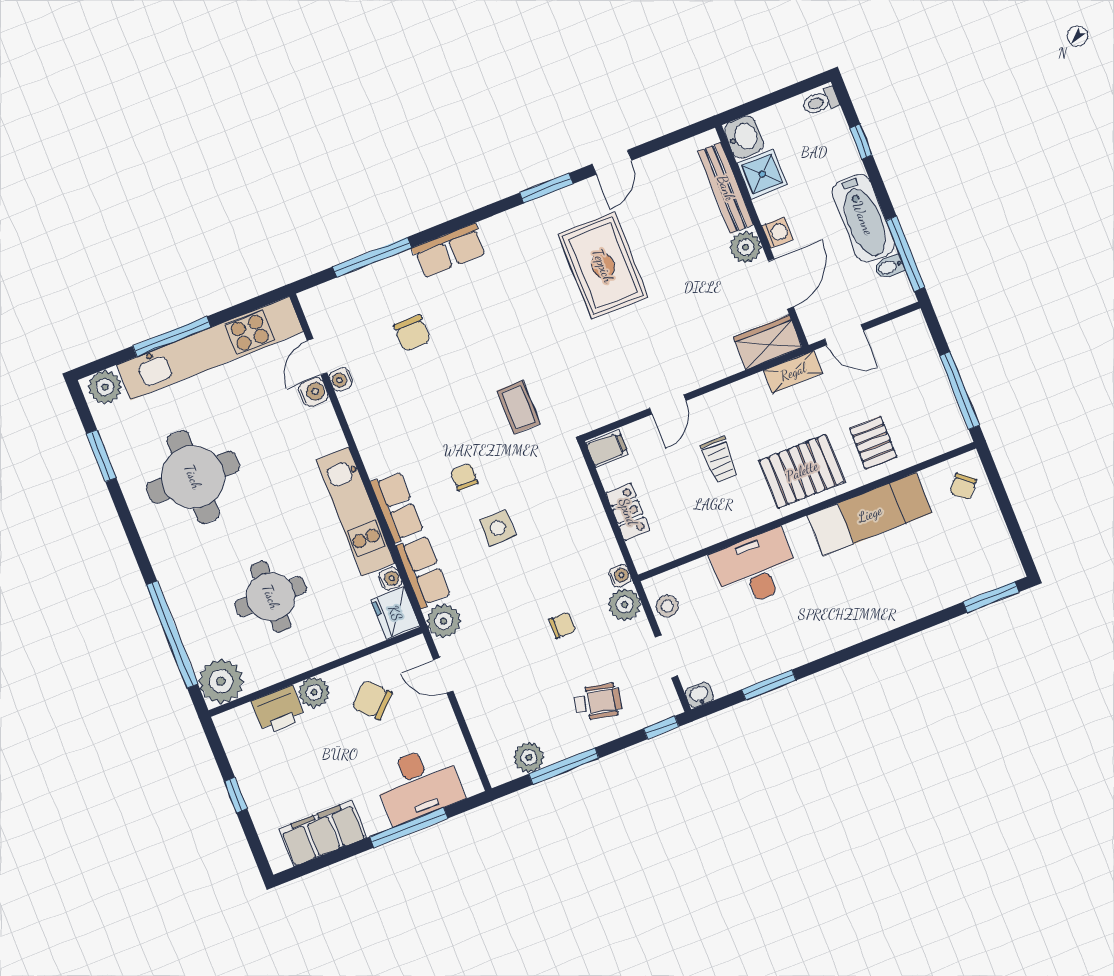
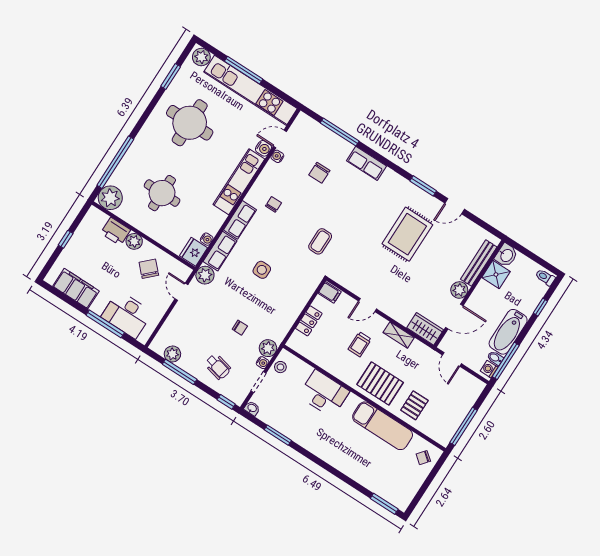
washing machine: (777, 233) -> (489, 369), moved, turned 180
shelving: (793, 372) -> (399, 335), moved
chair: (464, 477) -> (273, 204), moved
kitchen unit: (356, 511) -> (239, 182), moved
water cooler: (620, 576) -> (263, 363), moved

